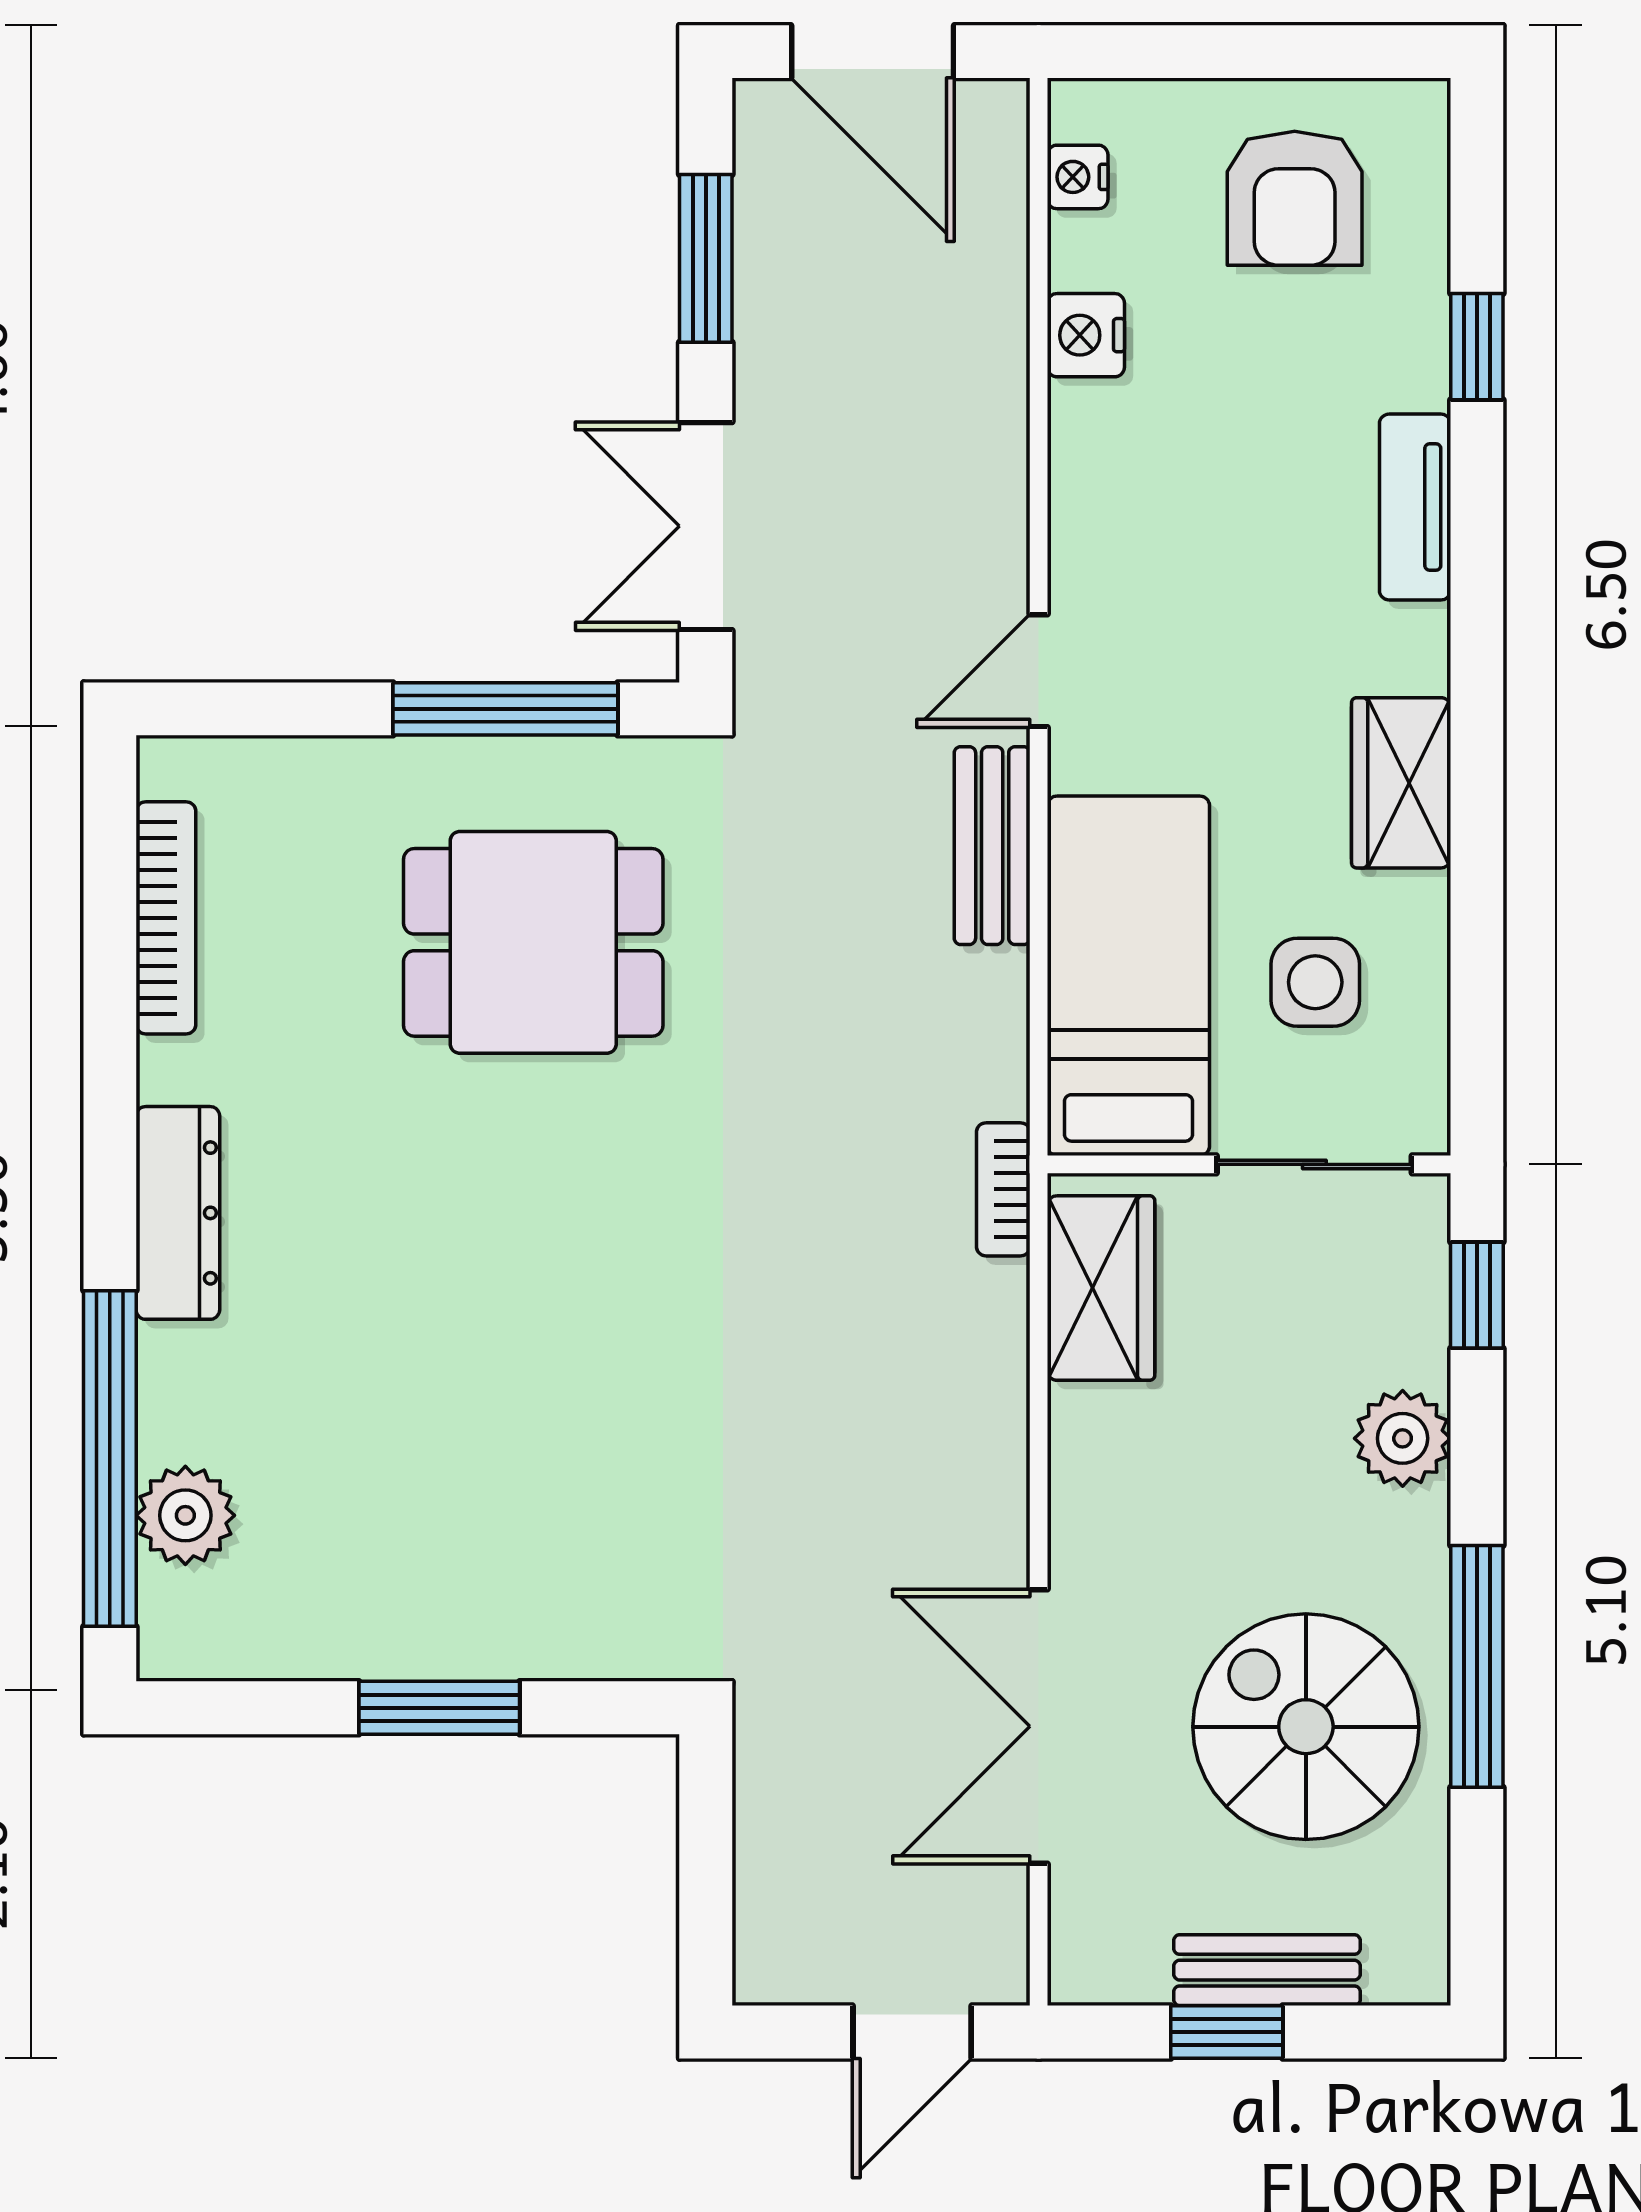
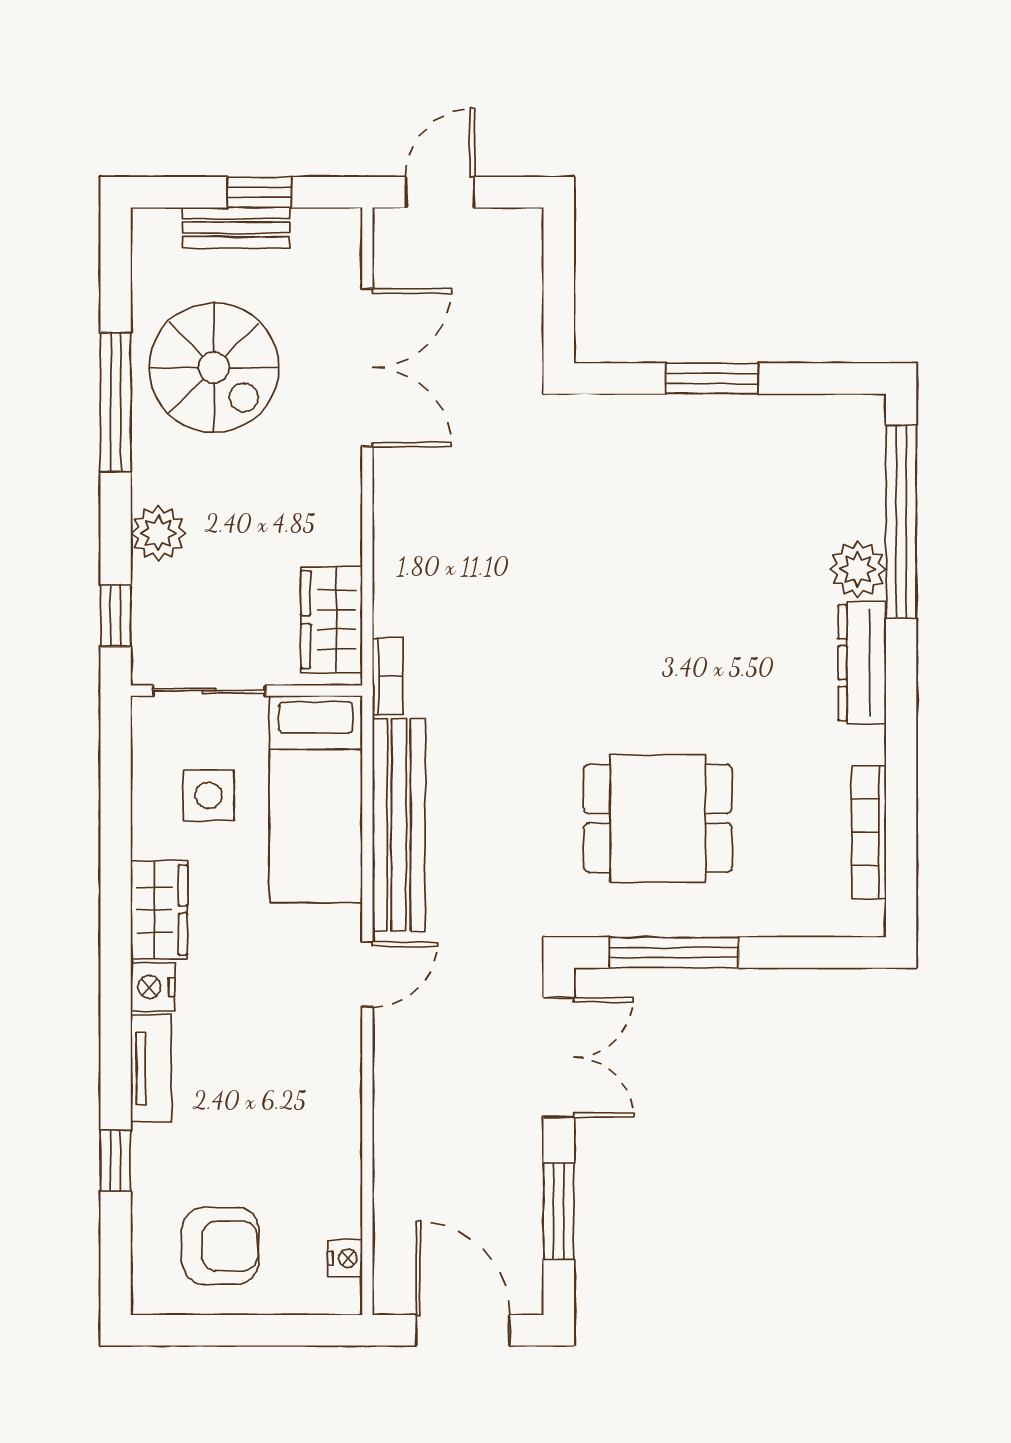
armchair: (1295, 198) -> (220, 1246), turned 90
nightstand: (1086, 335) -> (153, 987), moved, turned 180
bench: (992, 846) -> (399, 825), width x1.86, depth x1.21
plant: (185, 1515) -> (858, 569), moved

